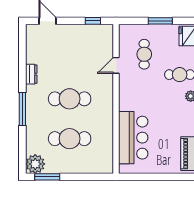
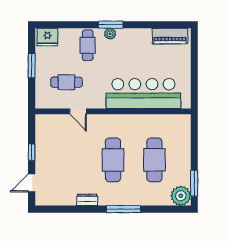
window: (93, 21) -> (32, 152), moved
bar counter: (133, 138) -> (143, 94), width x1.36

